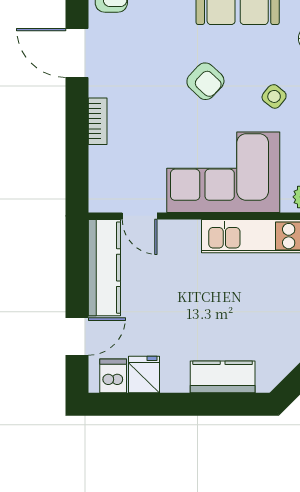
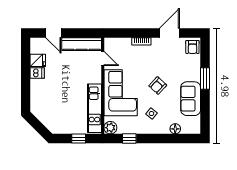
door: (140, 216) -> (103, 59), swing flipped
dishwasher: (113, 376) -> (37, 73), moved
kitchen counter: (223, 377) -> (37, 93), removed

